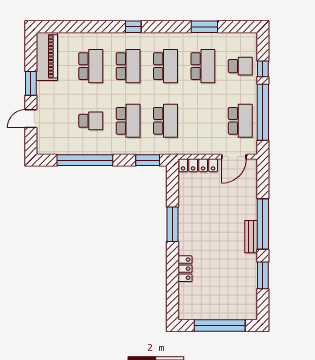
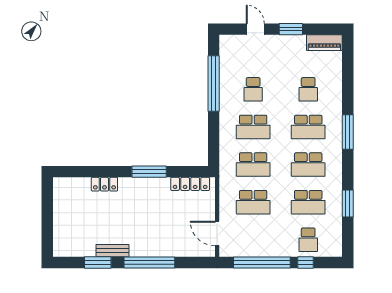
window: (133, 27) -> (348, 132), width x2.17
piano: (47, 56) -> (324, 43), width x0.73, depth x0.75
school desk: (91, 66) -> (308, 89), width x0.54
school desk: (240, 121) -> (253, 202), moved
window: (148, 160) -> (214, 147), removed
locker: (198, 165) -> (190, 184), moved, turned -90
bench: (251, 237) -> (112, 251), moved
window: (220, 325) -> (47, 219), removed

